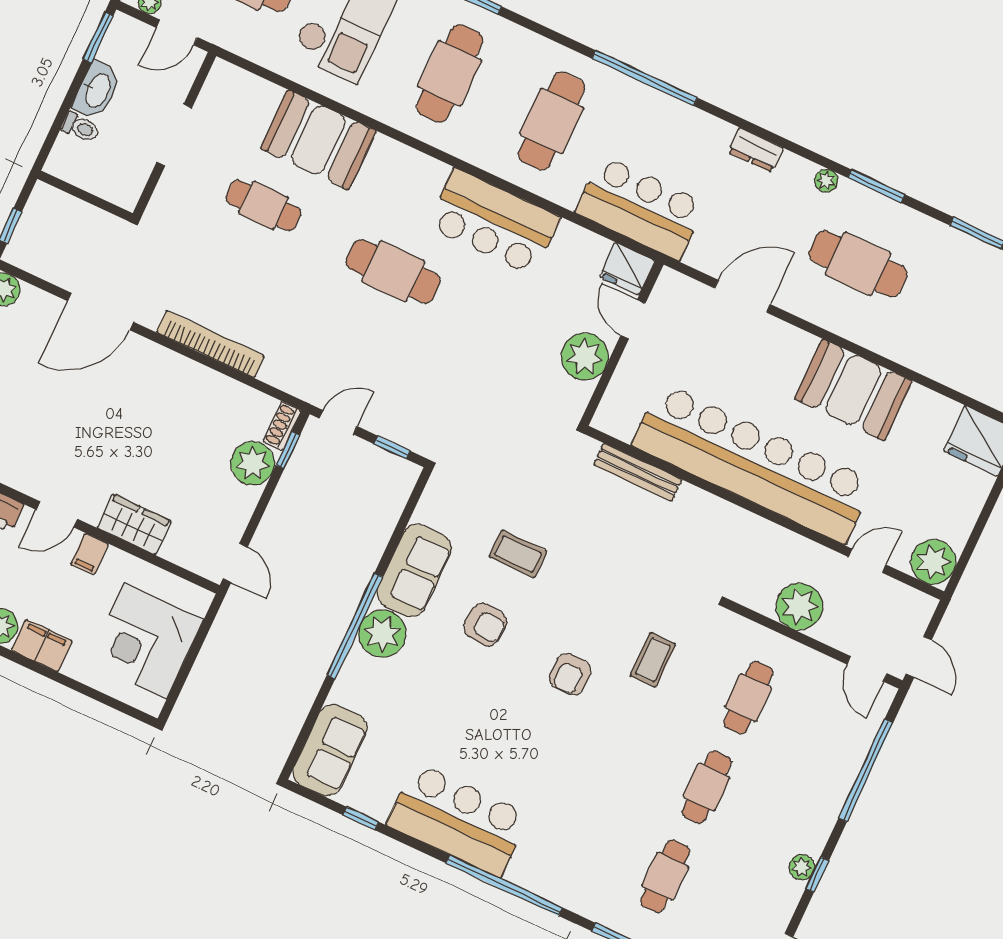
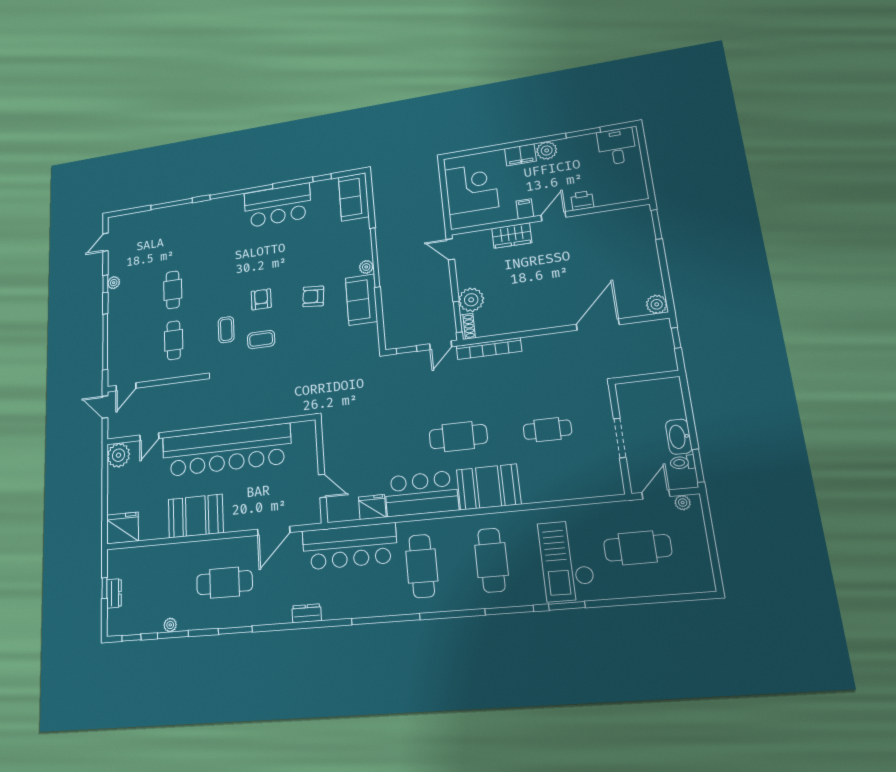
toilet: (81, 128) -> (682, 462), moved
booth: (318, 140) -> (489, 487), moved
plant: (826, 181) -> (170, 625), moved
bar counter: (640, 208) -> (350, 546), width x1.36
fridge: (627, 269) -> (372, 507), moved
bookcase: (211, 344) -> (489, 349), moved
plant: (585, 357) -> (336, 452), removed
window: (288, 450) -> (458, 317), width x1.50
bench: (638, 472) -> (279, 412), removed
coffee table: (518, 554) -> (261, 340), moved
plant: (799, 607) -> (171, 396), removed
plant: (382, 634) -> (366, 267), width x0.53, depth x0.53
door: (867, 669) -> (126, 387), swing flipped
cafe table: (665, 876) -> (172, 241), removed

